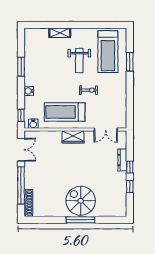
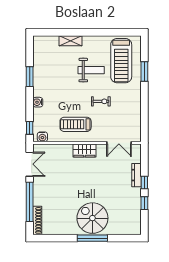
weight bench: (79, 61) -> (91, 70), turned -90
treadmill: (65, 112) -> (76, 124), width x0.73, depth x0.73

